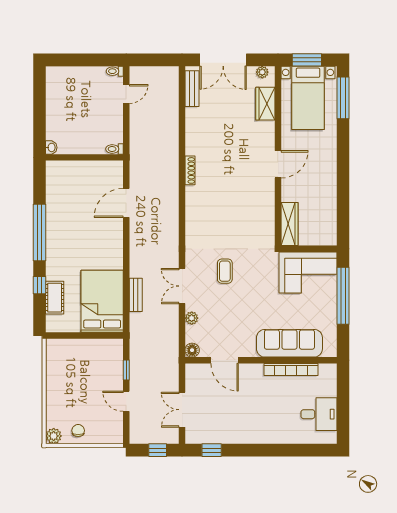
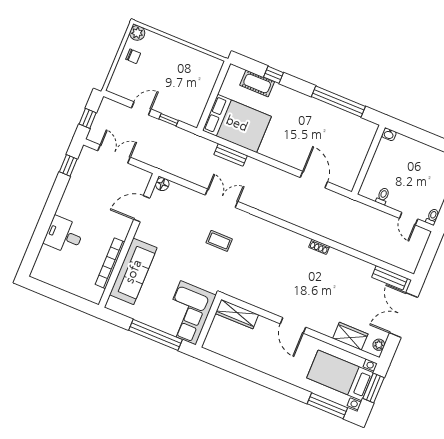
toilet: (114, 149) -> (383, 196), moved
shoe rack: (190, 170) -> (319, 247), width x0.70
window: (39, 232) -> (338, 102), moved
plant: (192, 318) -> (190, 195), removed
desk: (319, 414) -> (64, 235), moved, turned 90

